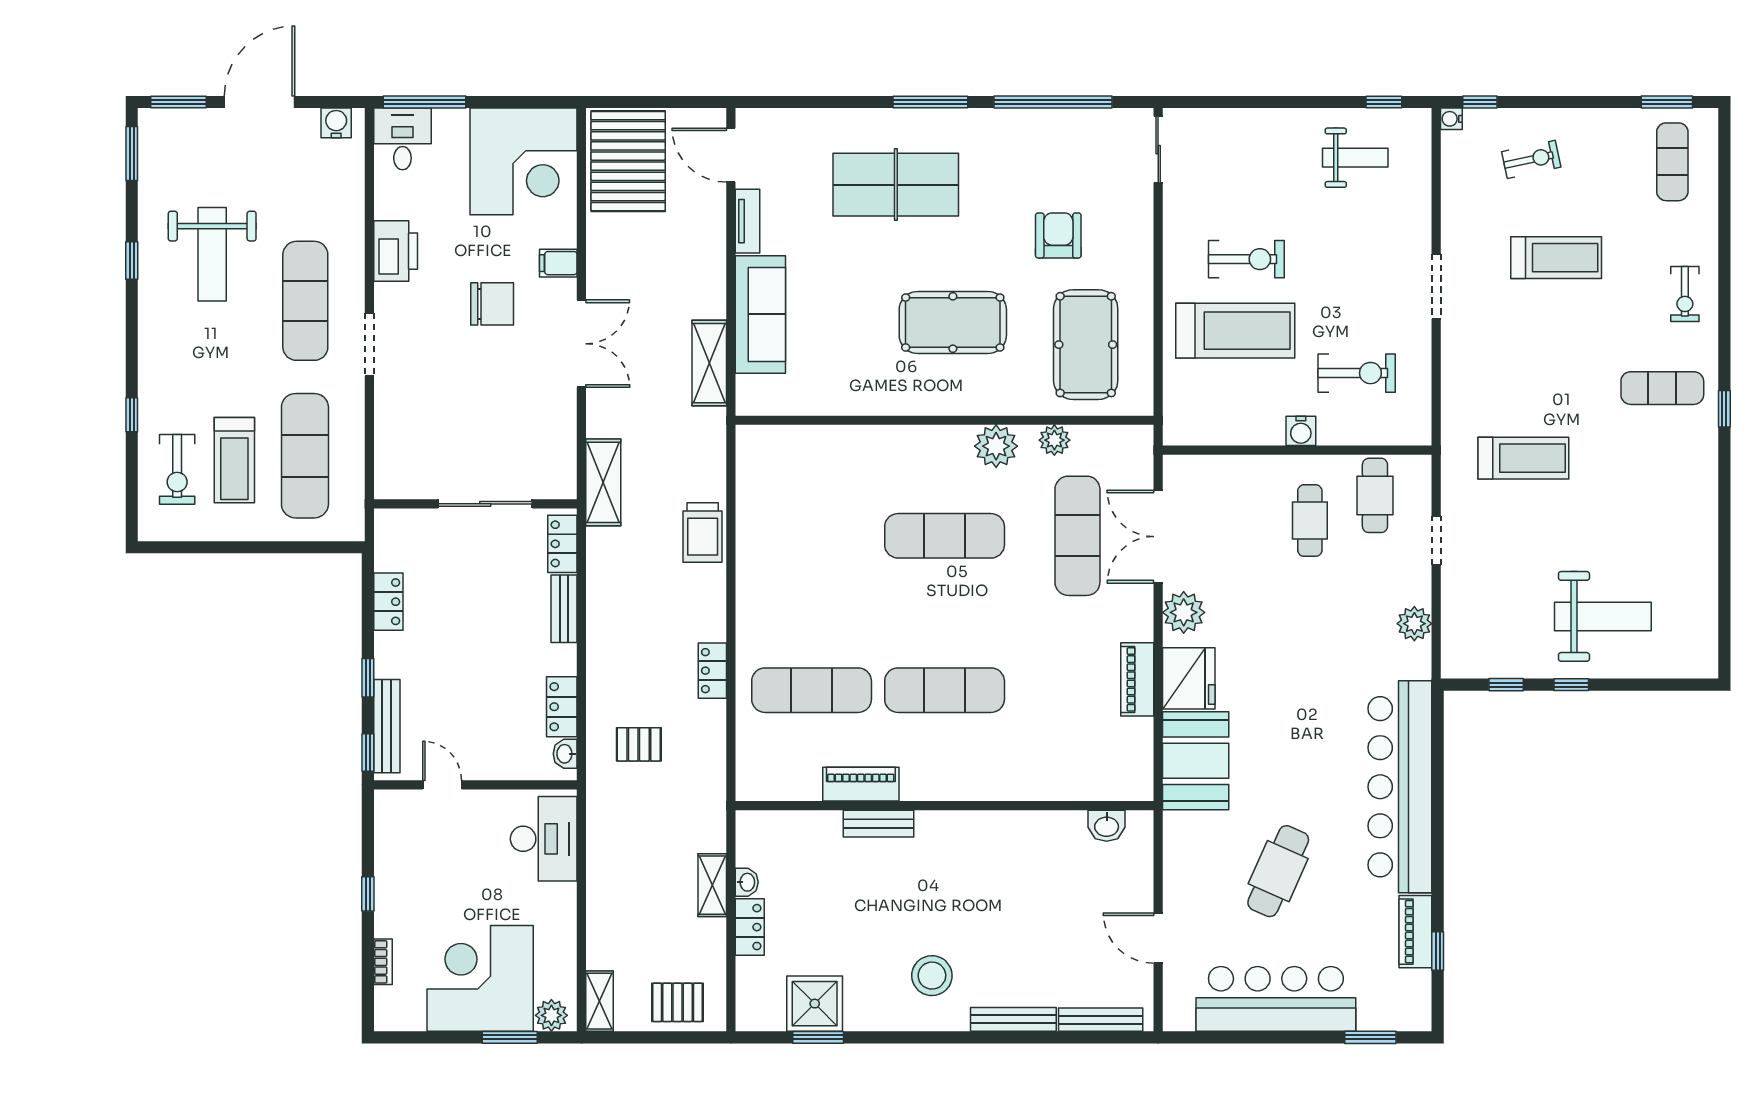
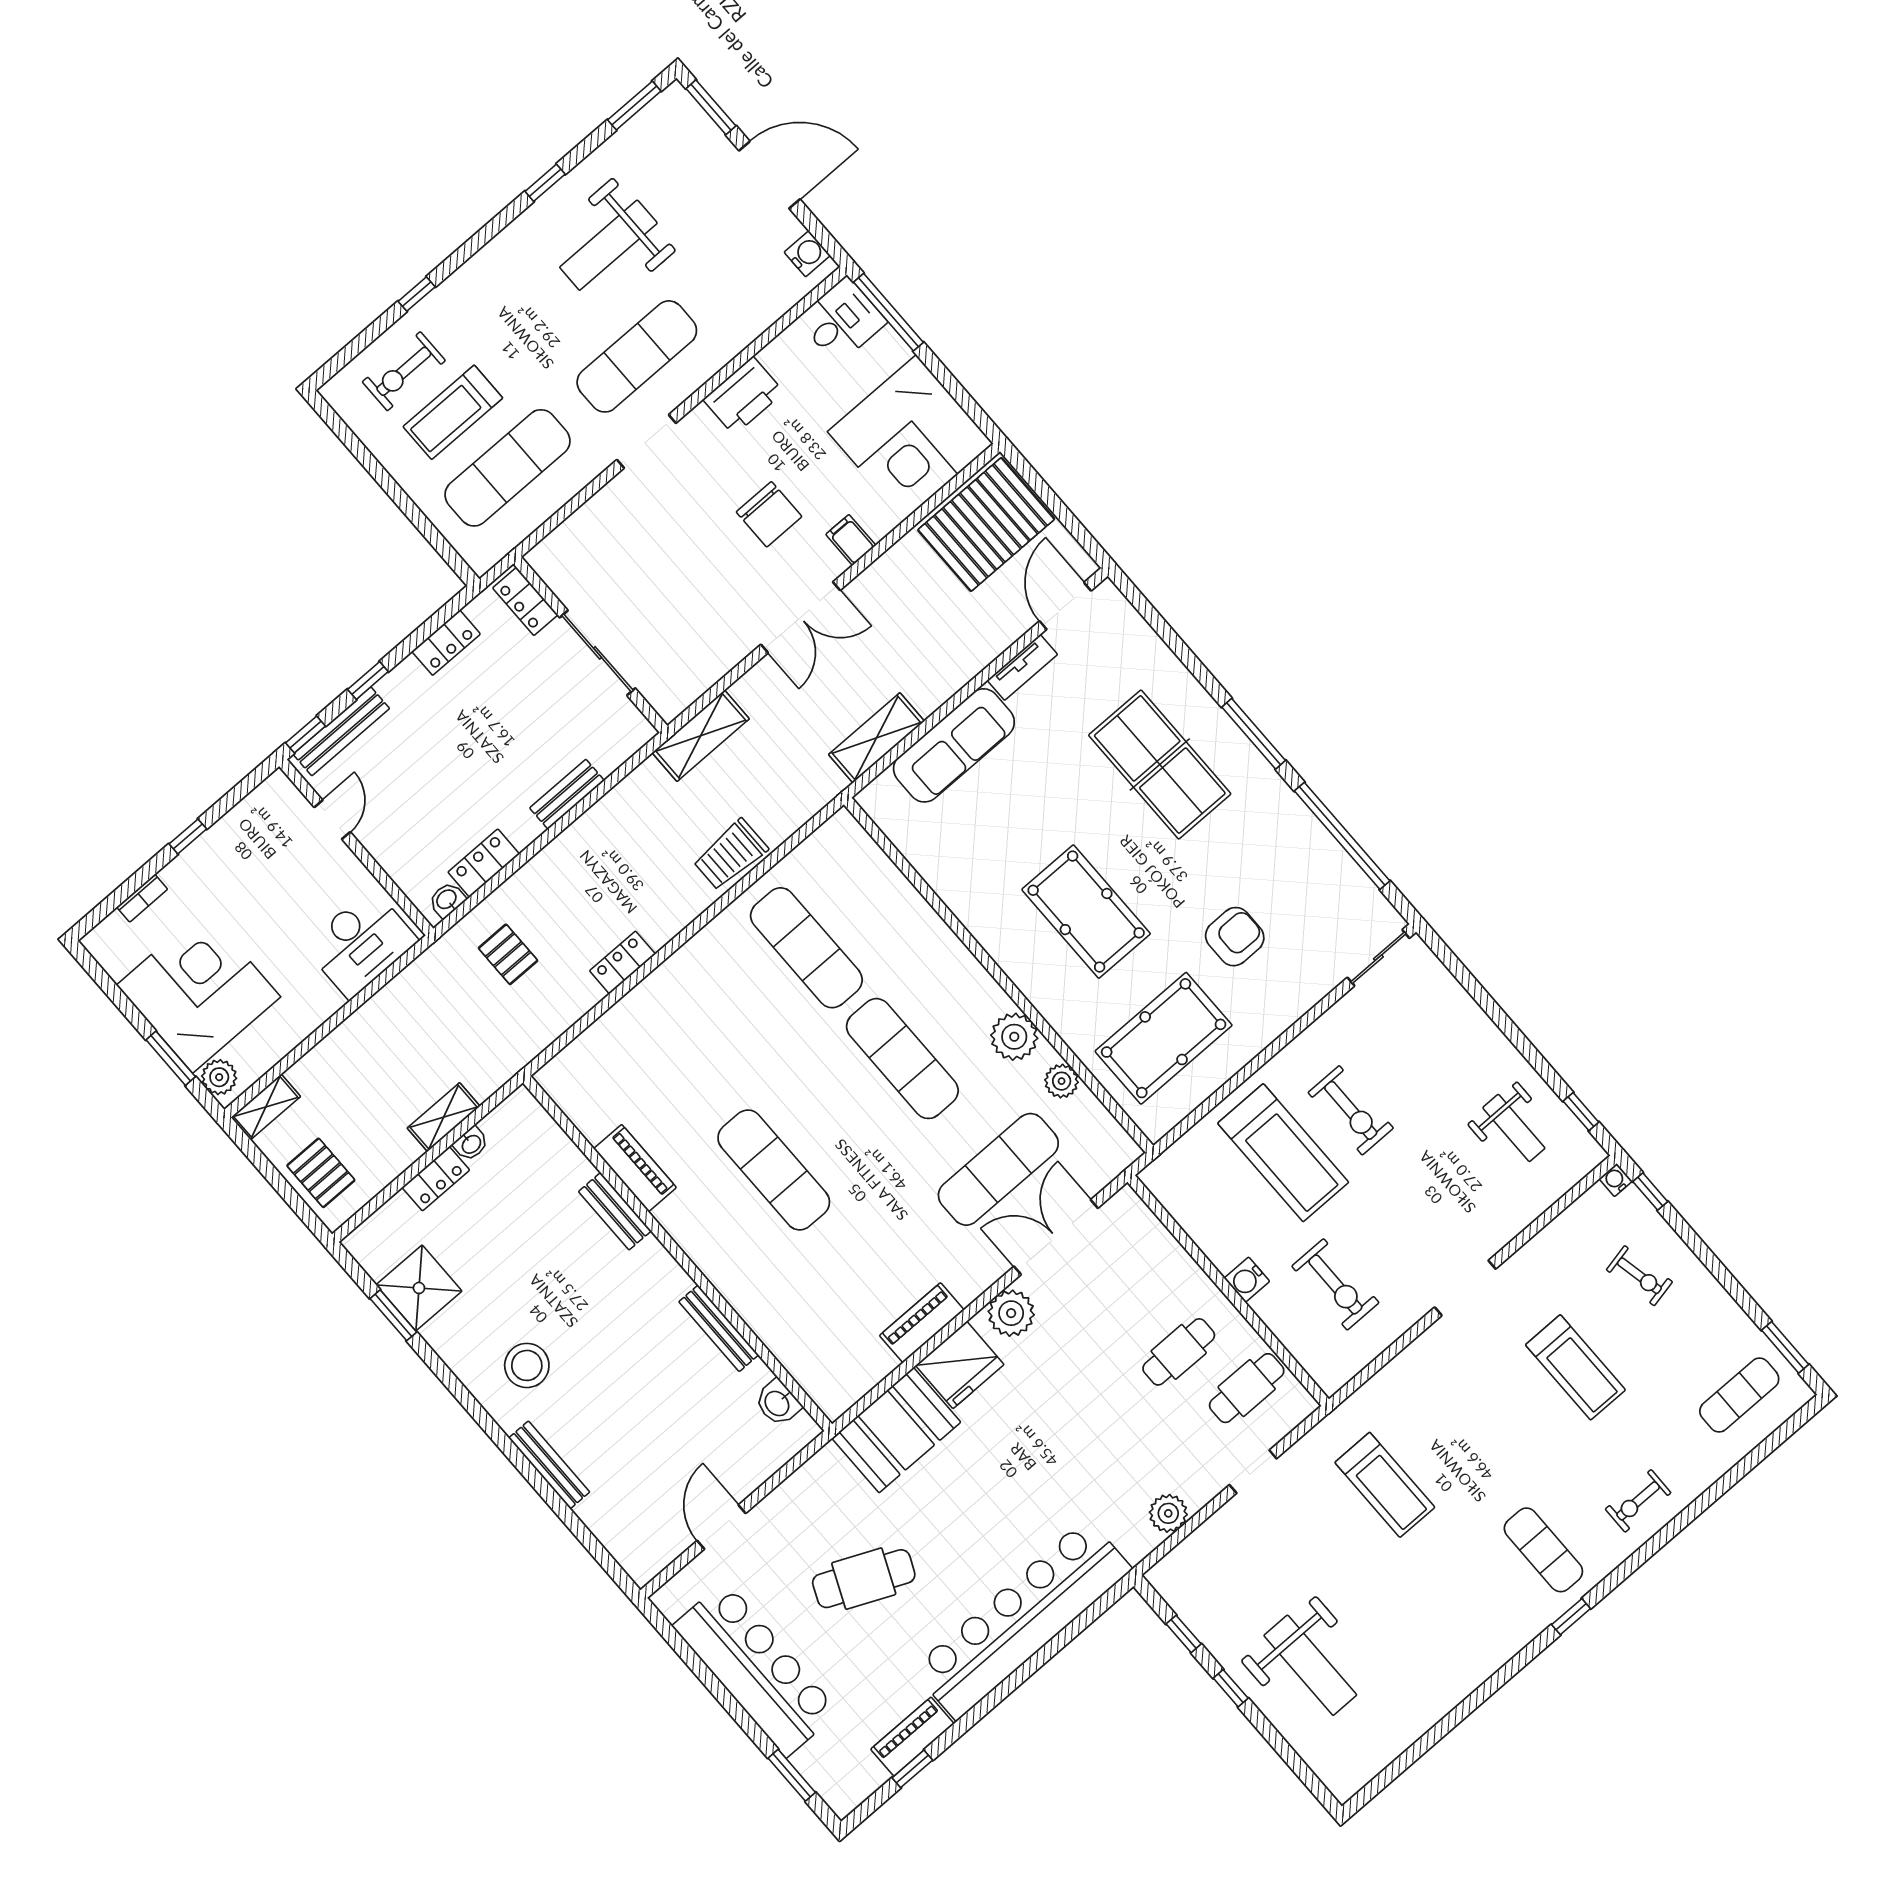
locker: (562, 544) -> (525, 601), moved, turned -90
exercise mat: (812, 690) -> (806, 948), moved
bench: (1101, 1020) -> (719, 1328), moved

